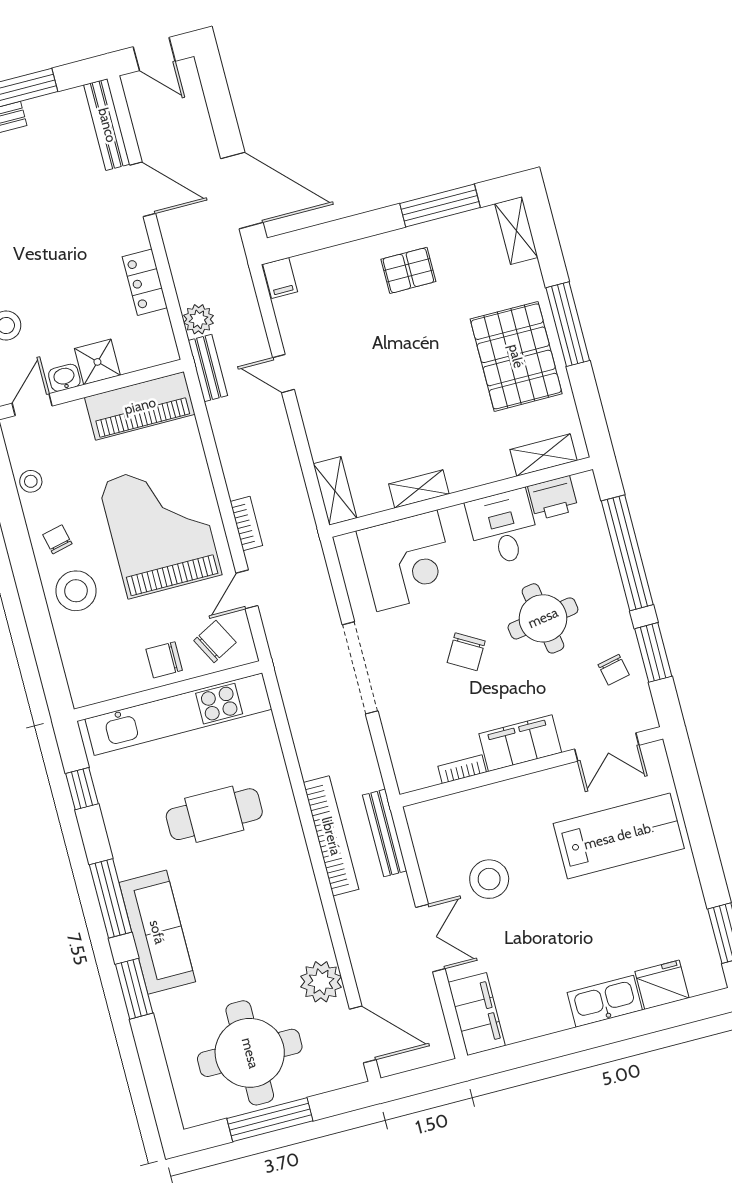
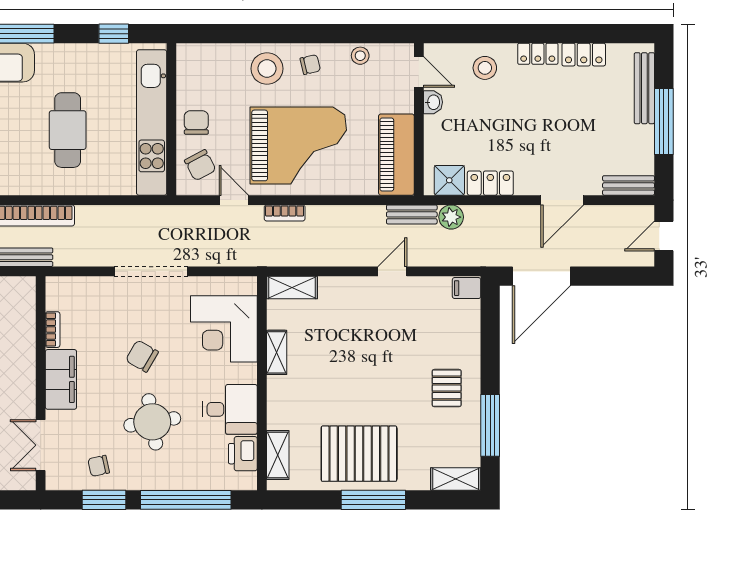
bench: (107, 125) -> (629, 185), width x0.73
shower: (97, 362) -> (449, 180), moved

